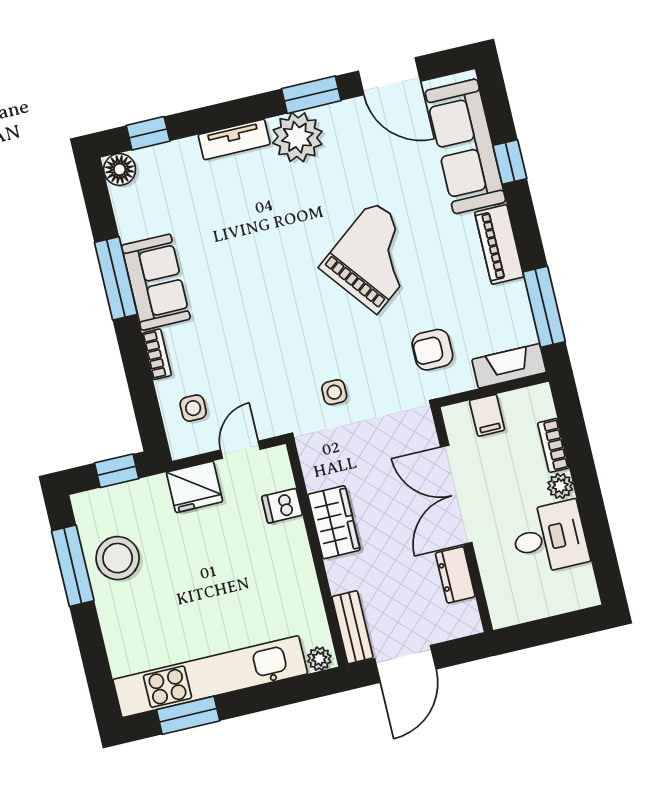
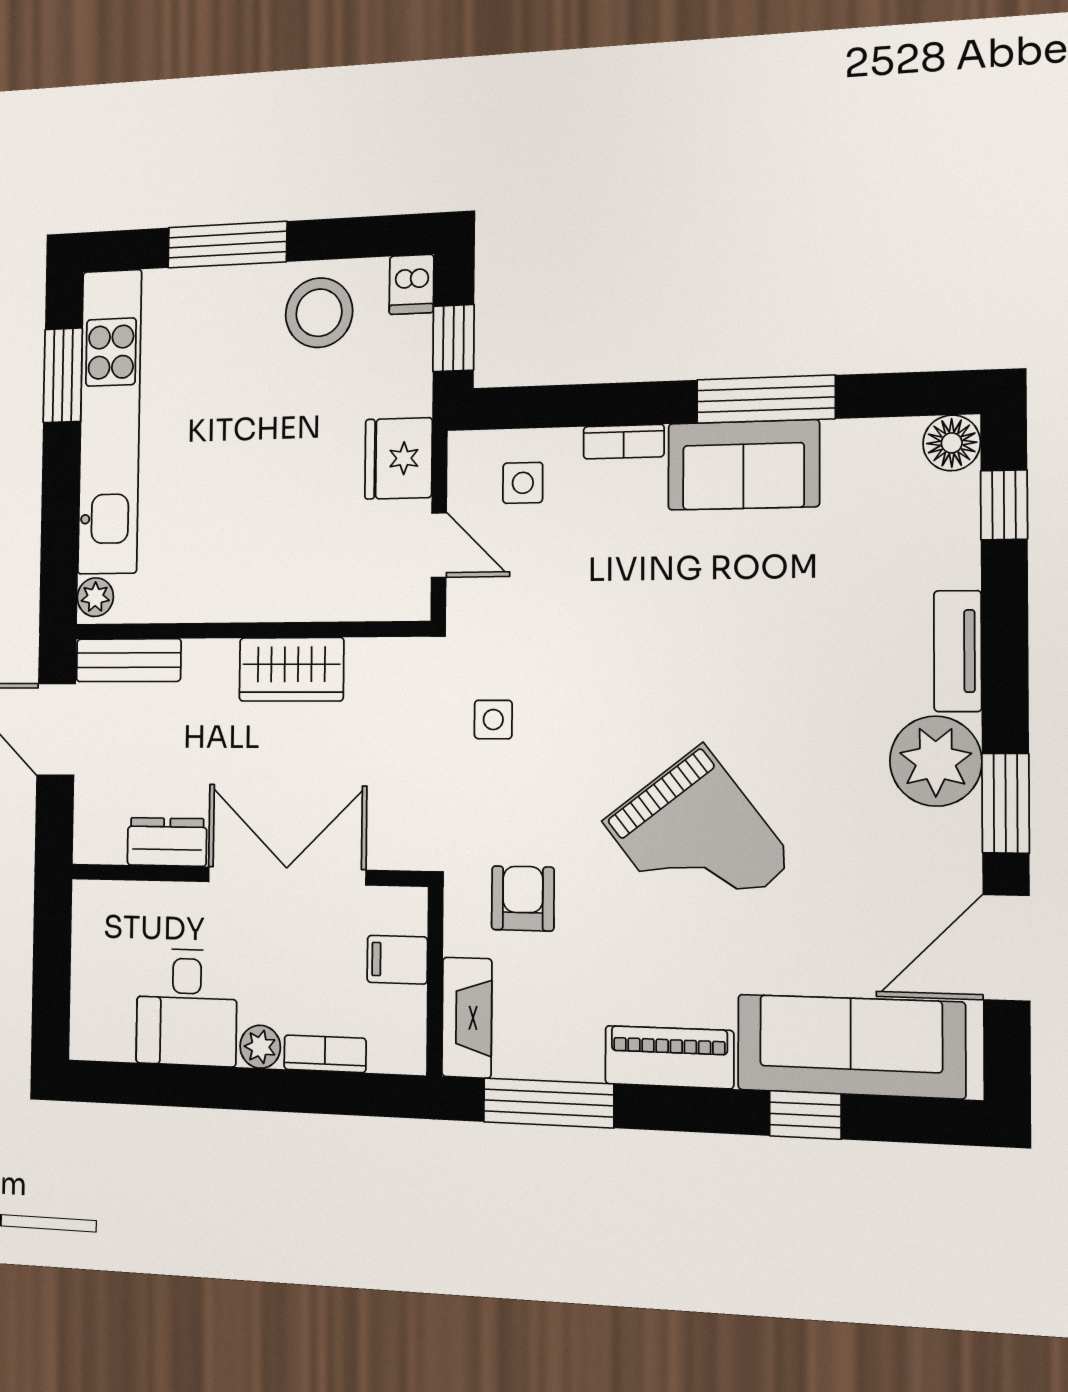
dishwasher: (282, 506) -> (411, 284), moved, turned 180
window: (73, 566) -> (227, 245), moved

